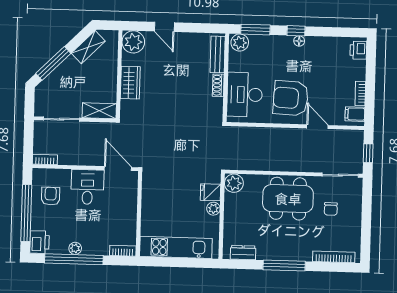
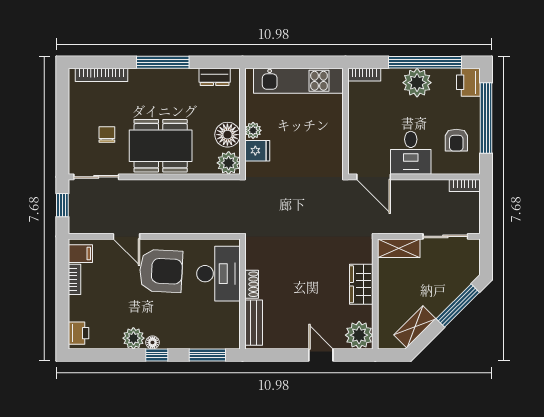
plant: (240, 43) -> (133, 338), moved
floor lamp: (234, 206) -> (227, 135), added
plant: (75, 248) -> (417, 83), width x1.88, depth x1.88

